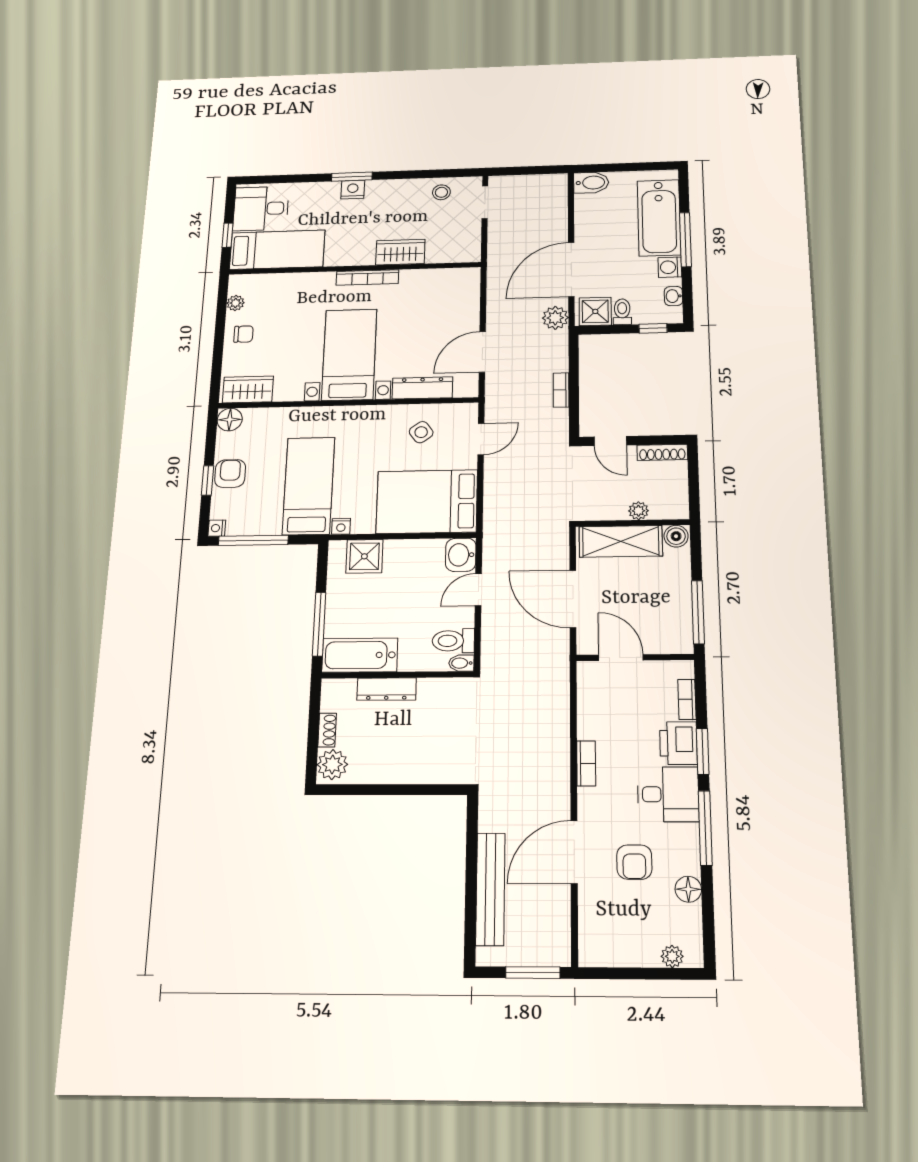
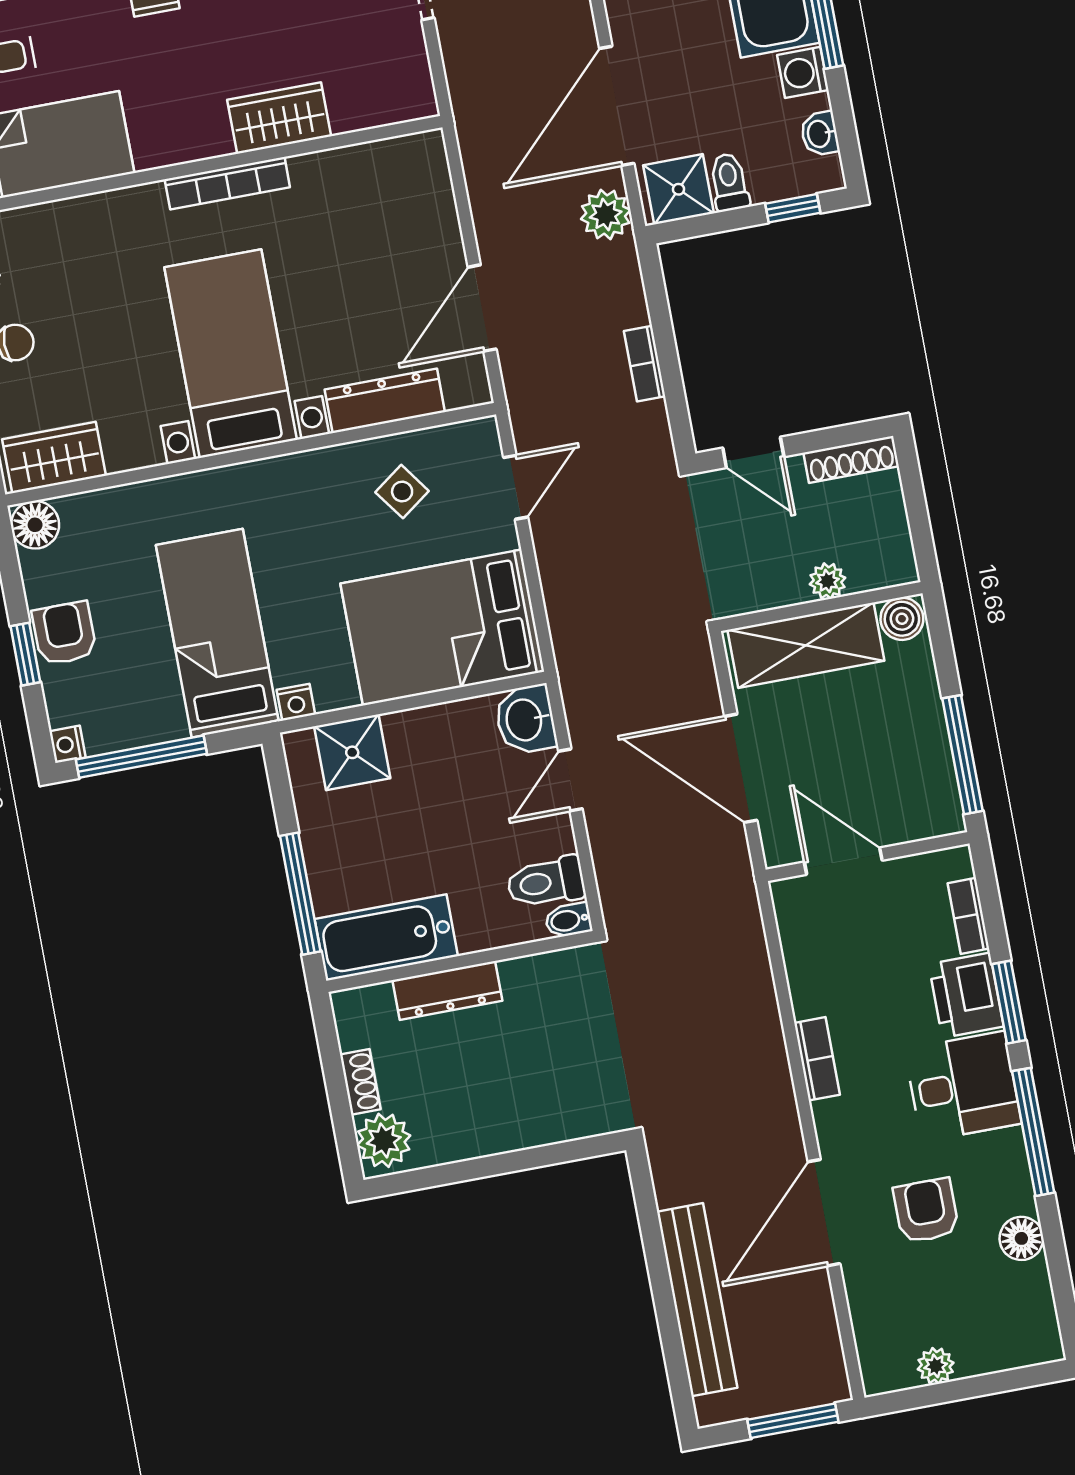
armchair: (634, 862) -> (926, 1211), turned 180
plant: (672, 956) -> (936, 1366), moved

